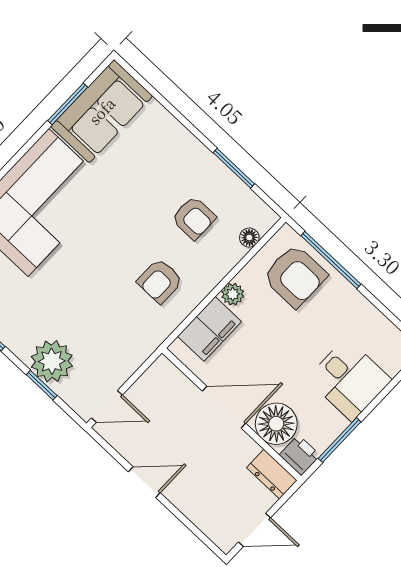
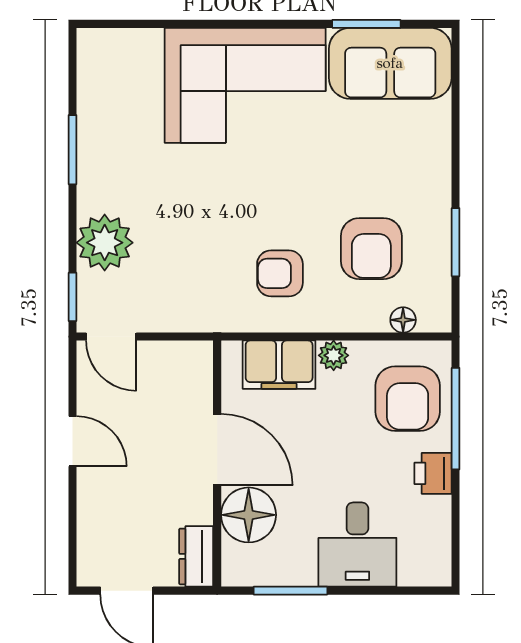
armchair: (194, 218) -> (371, 249), width x1.38, depth x1.38
window: (42, 385) -> (73, 297), moved
printer: (300, 455) -> (433, 473), moved, turned 180

